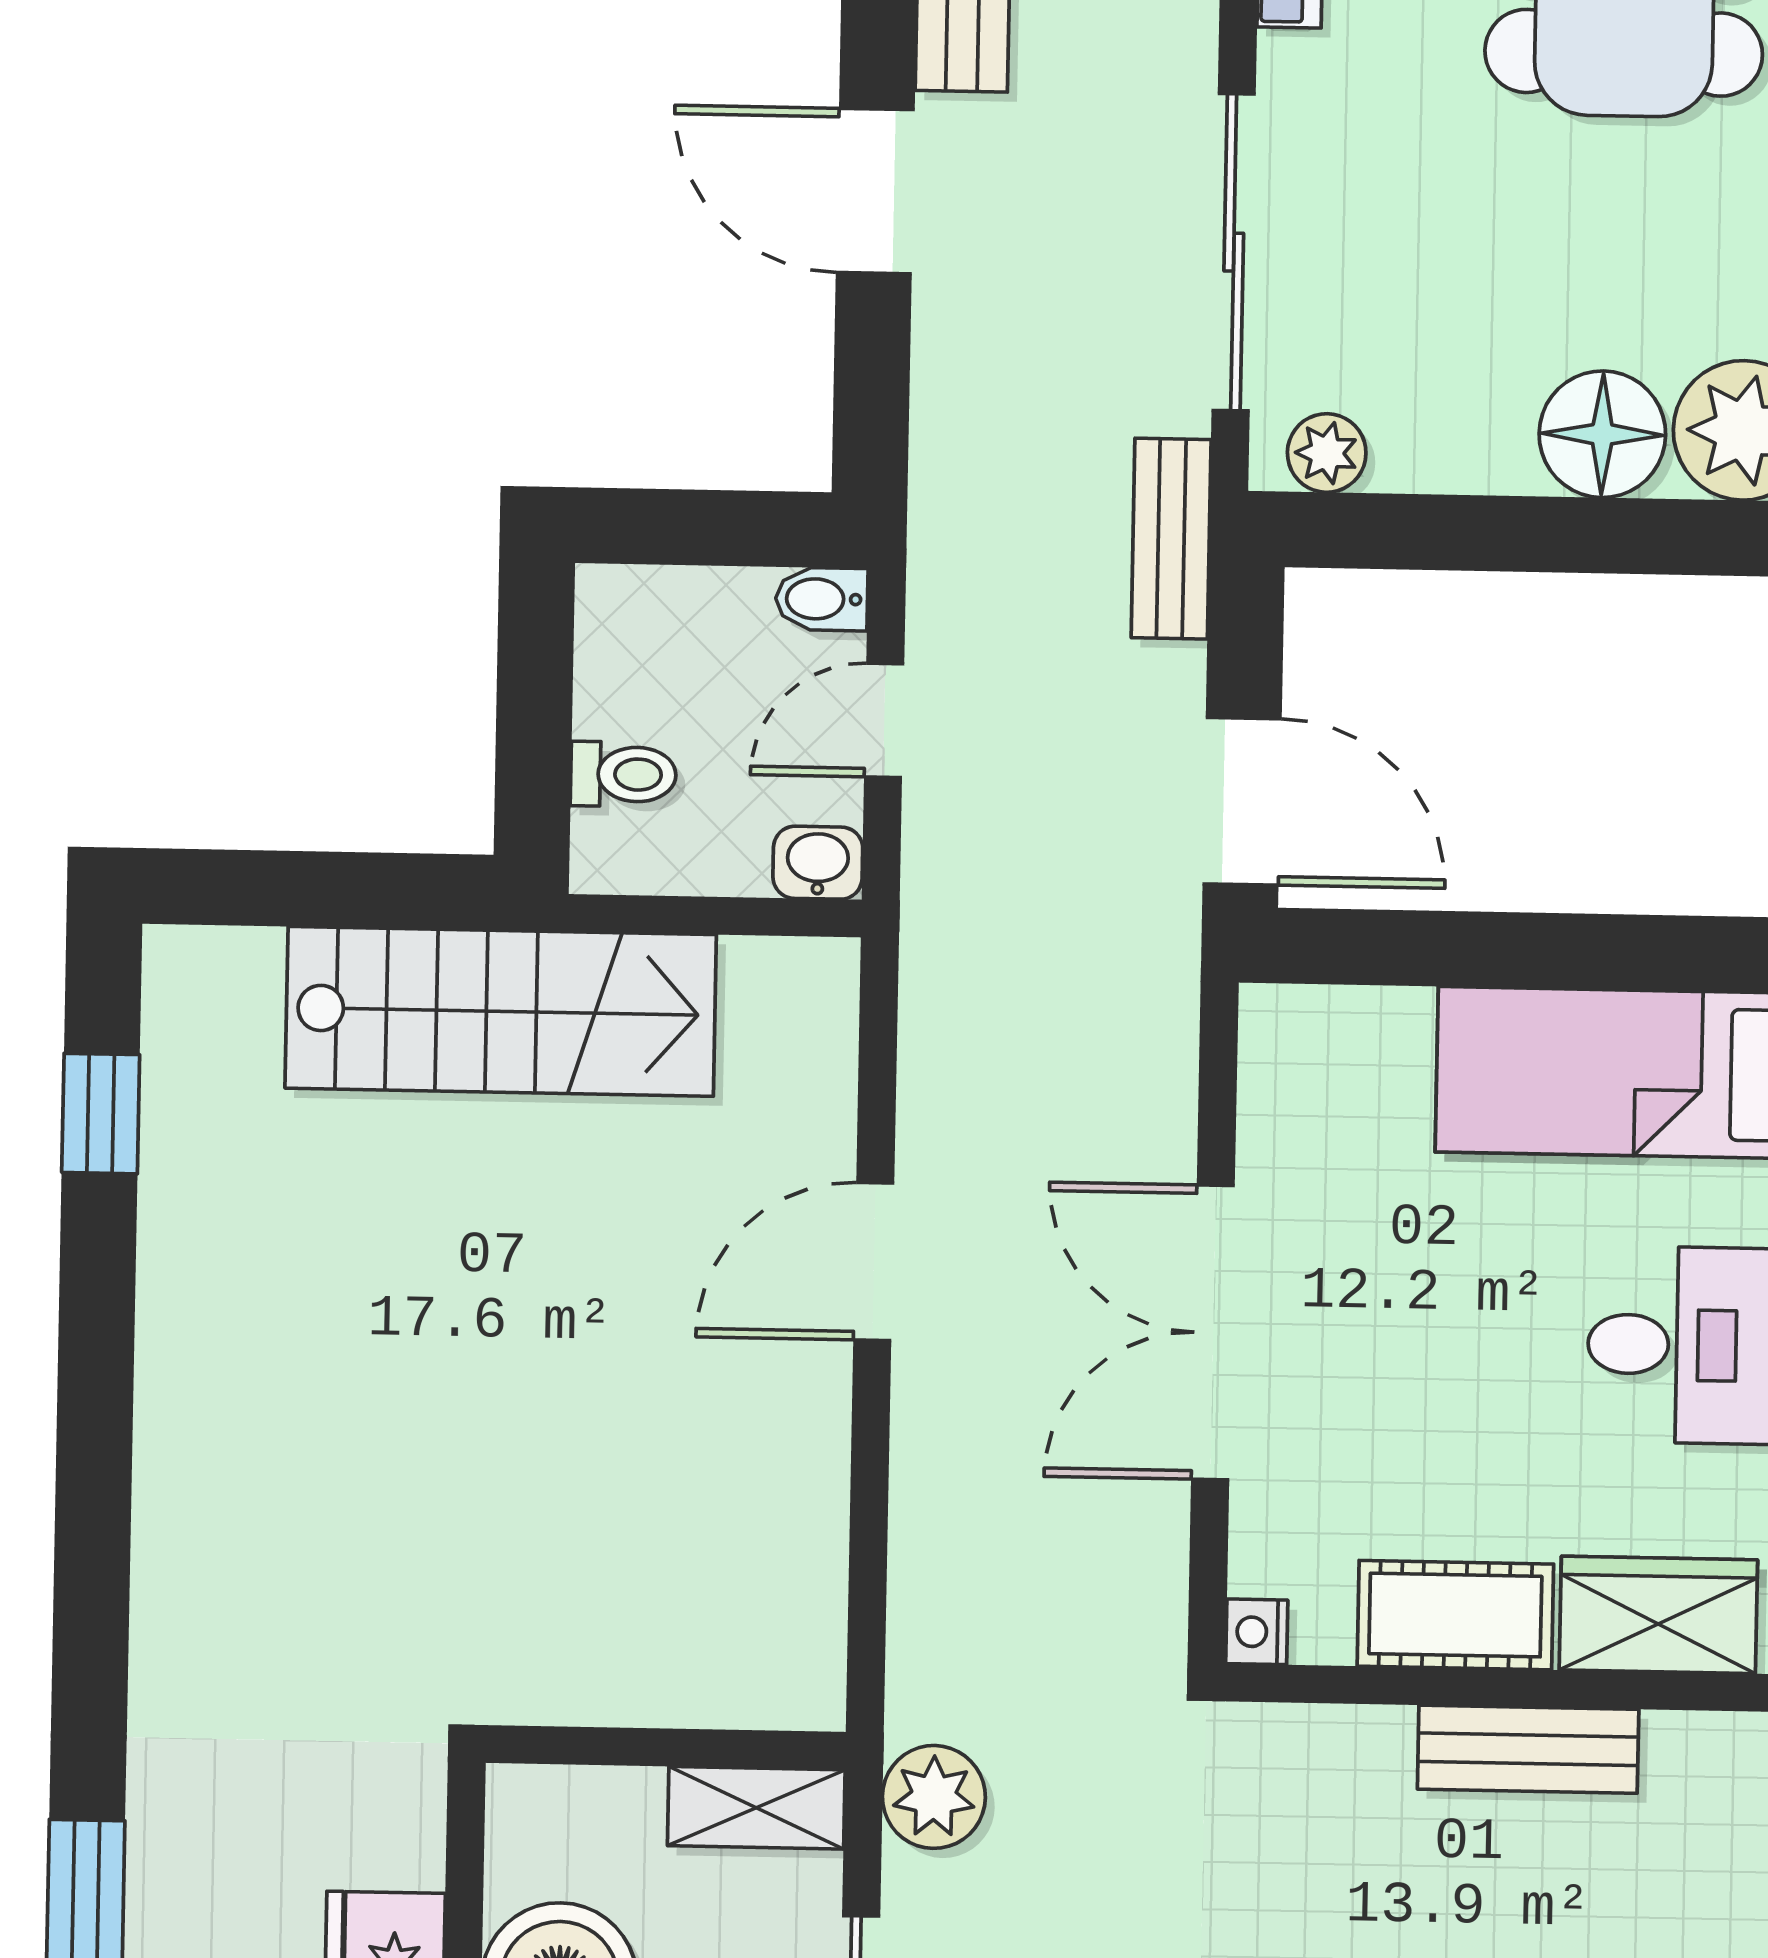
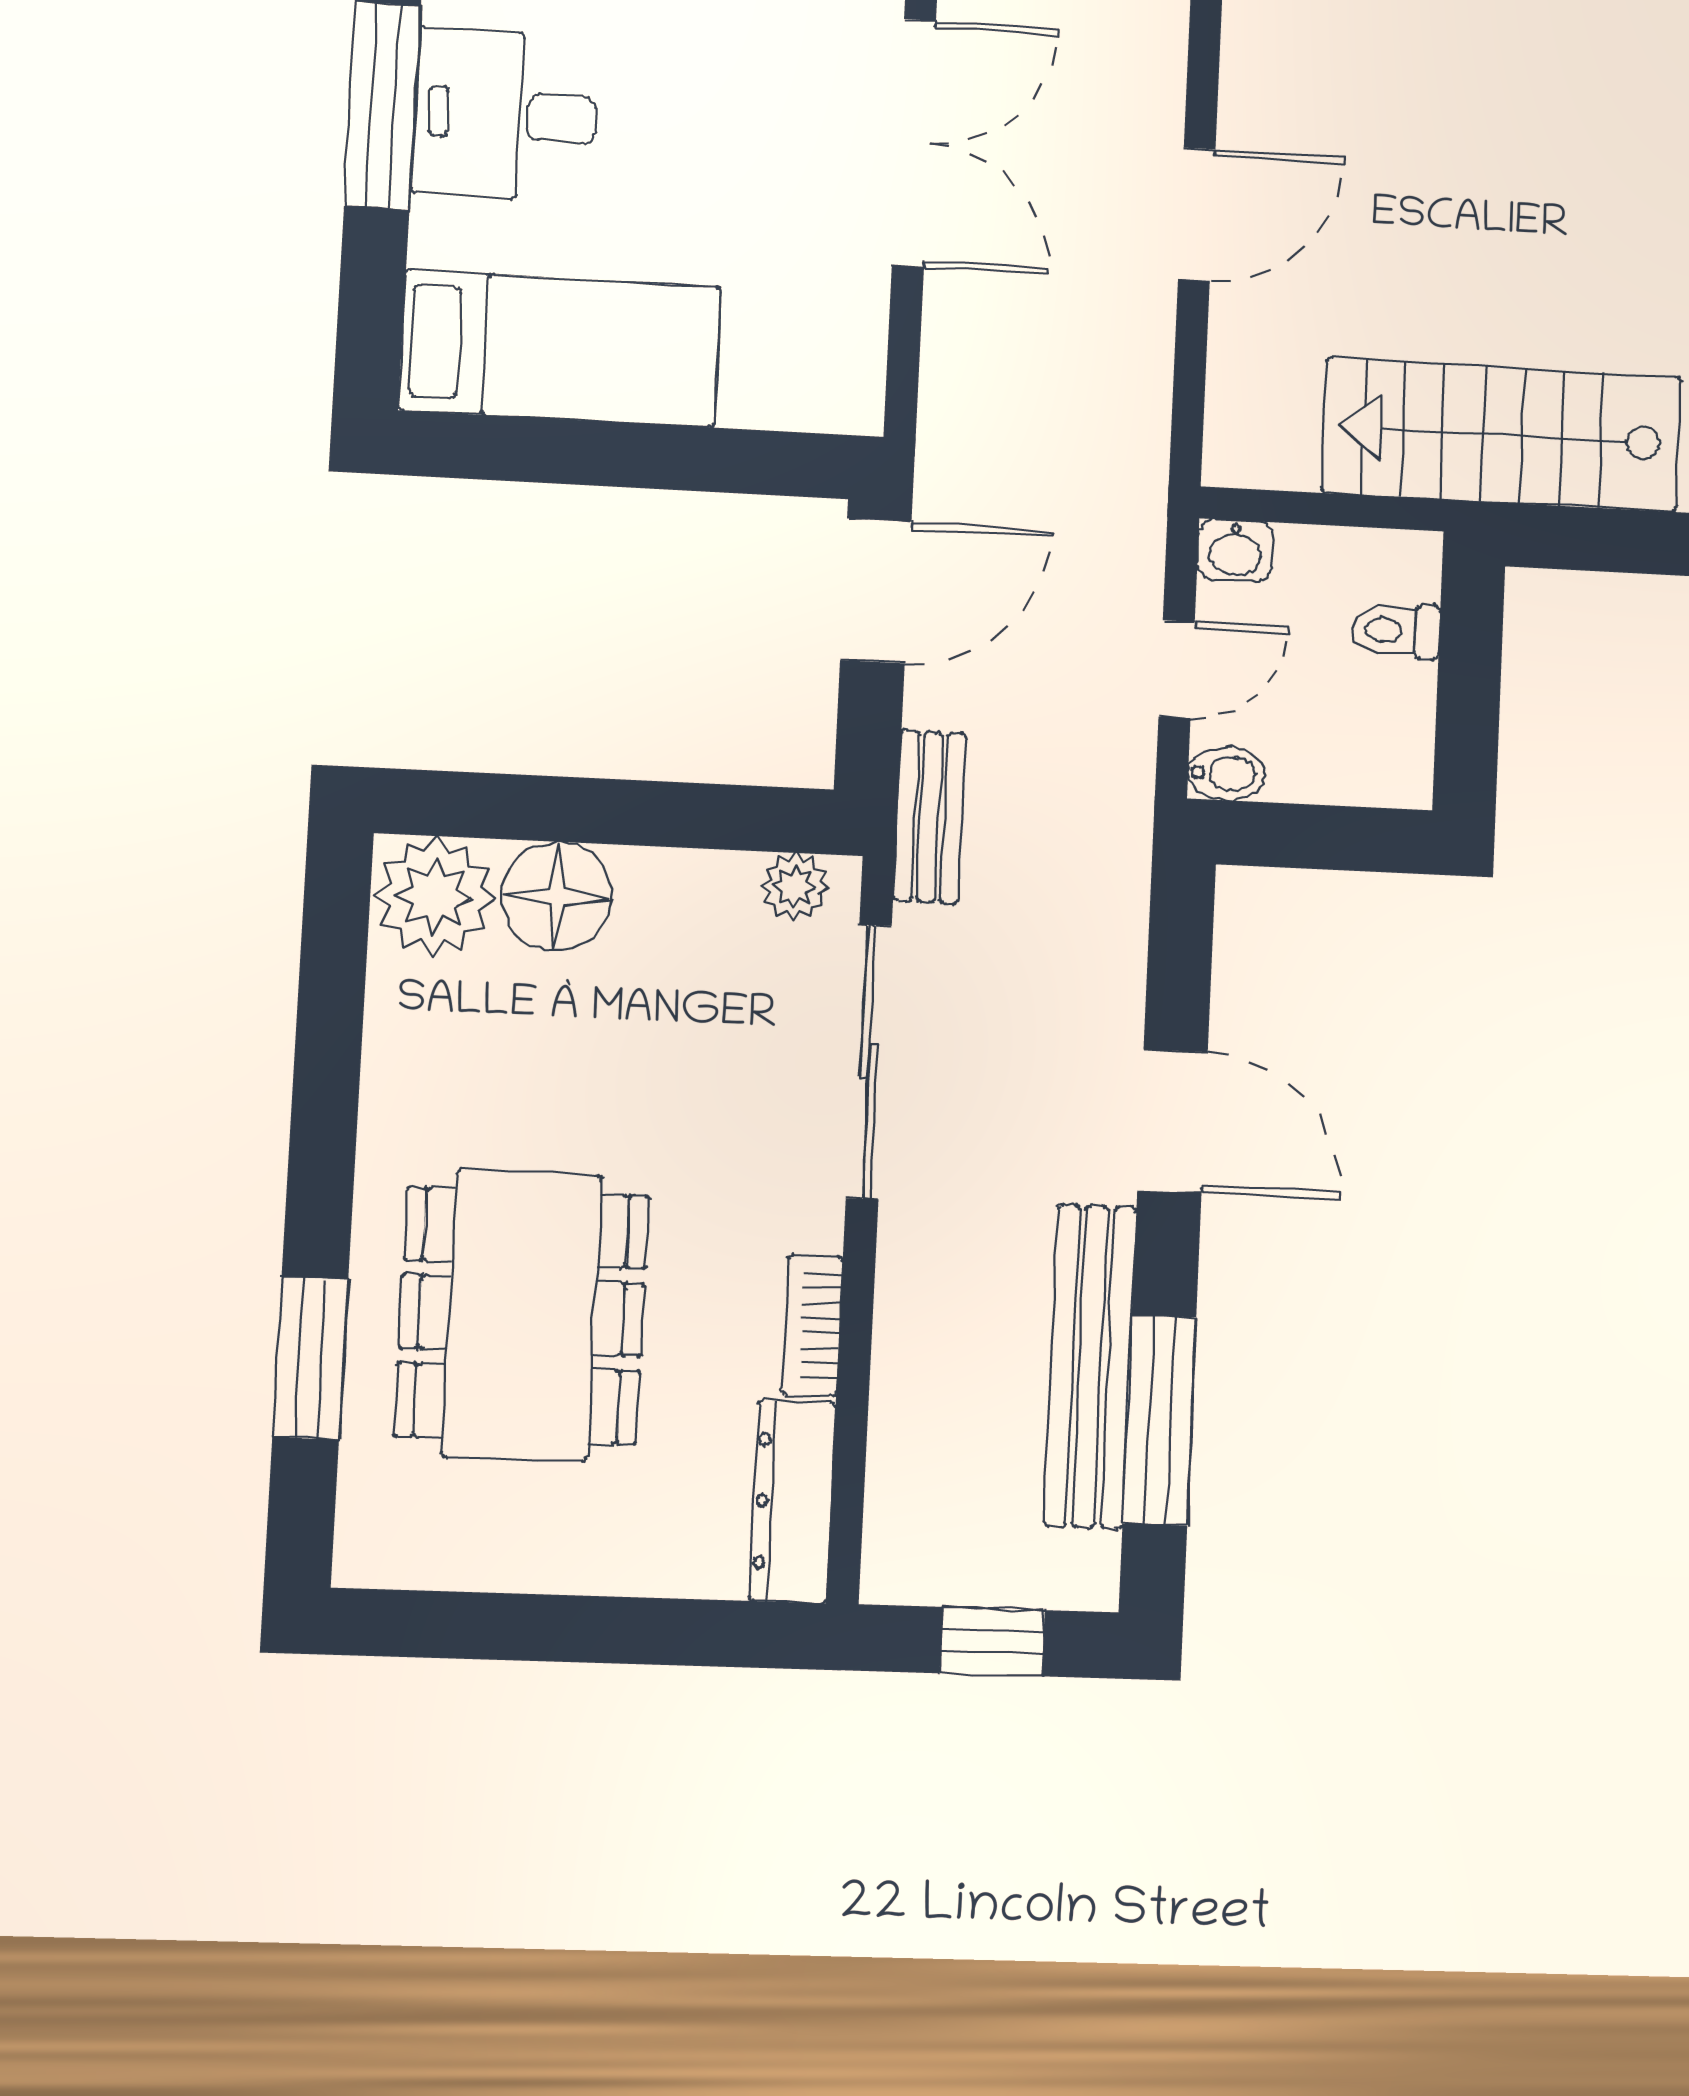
door: (1242, 801) -> (876, 591), swing flipped

